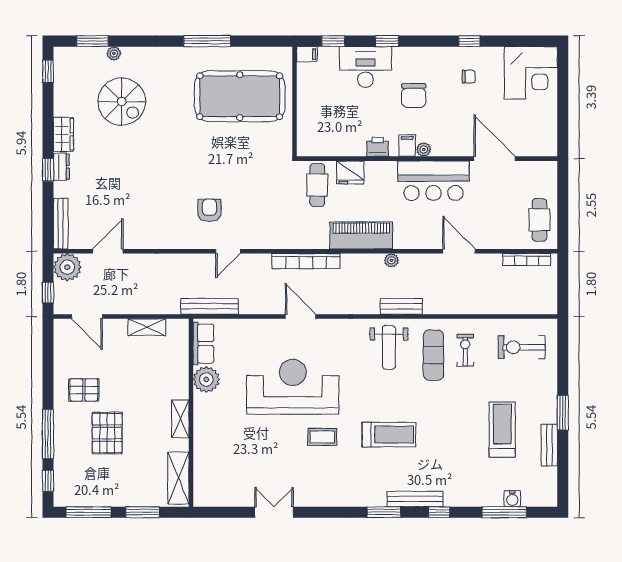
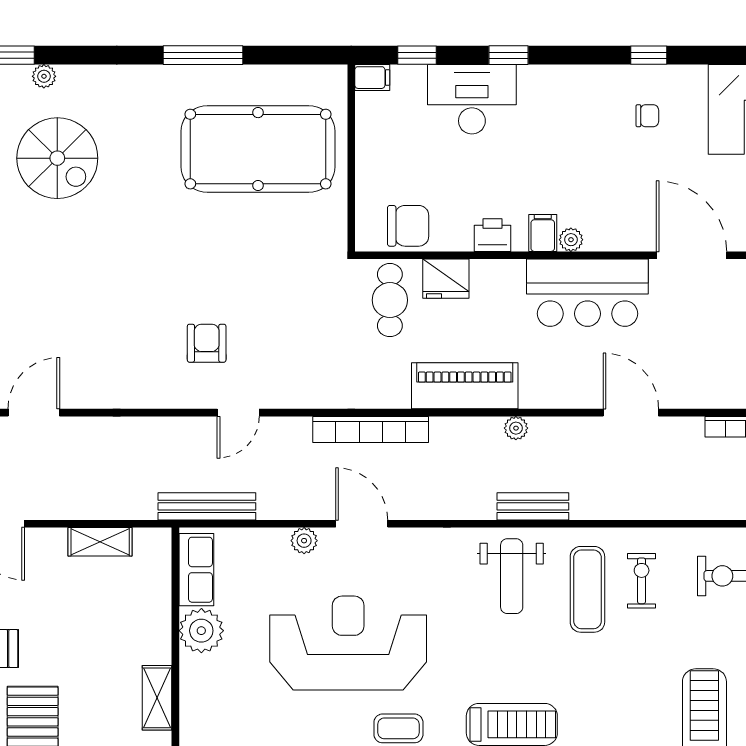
chair: (414, 96) -> (408, 226), moved, turned -90
plant: (267, 327) -> (304, 541), added

